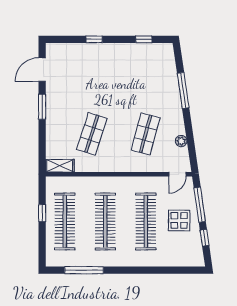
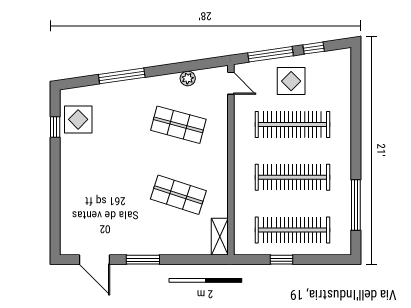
window: (94, 39) -> (55, 192), removed
display table: (150, 57) -> (78, 119), added

